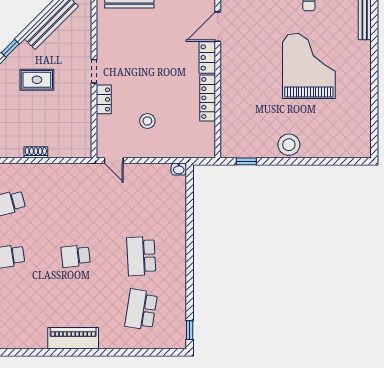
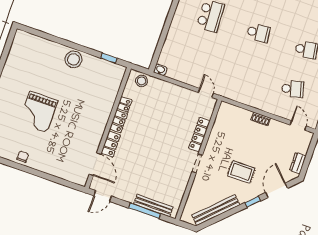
door: (218, 27) -> (95, 164), hinge flipped
grand piano: (309, 66) -> (38, 112), width x0.73, depth x0.68
locker: (104, 99) -> (199, 135), width x1.53
stool: (147, 121) -> (142, 81), moved

